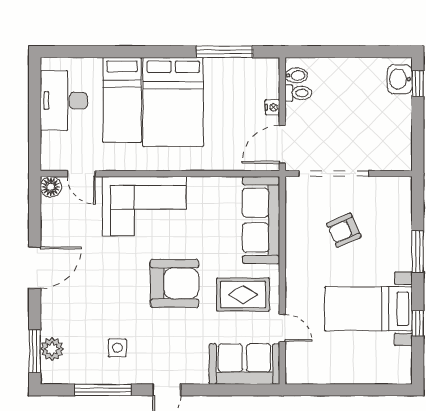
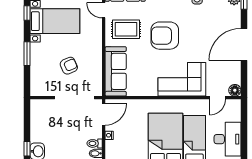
door: (81, 174) -> (217, 98), swing flipped
door: (35, 268) -> (244, 44), width x1.36

